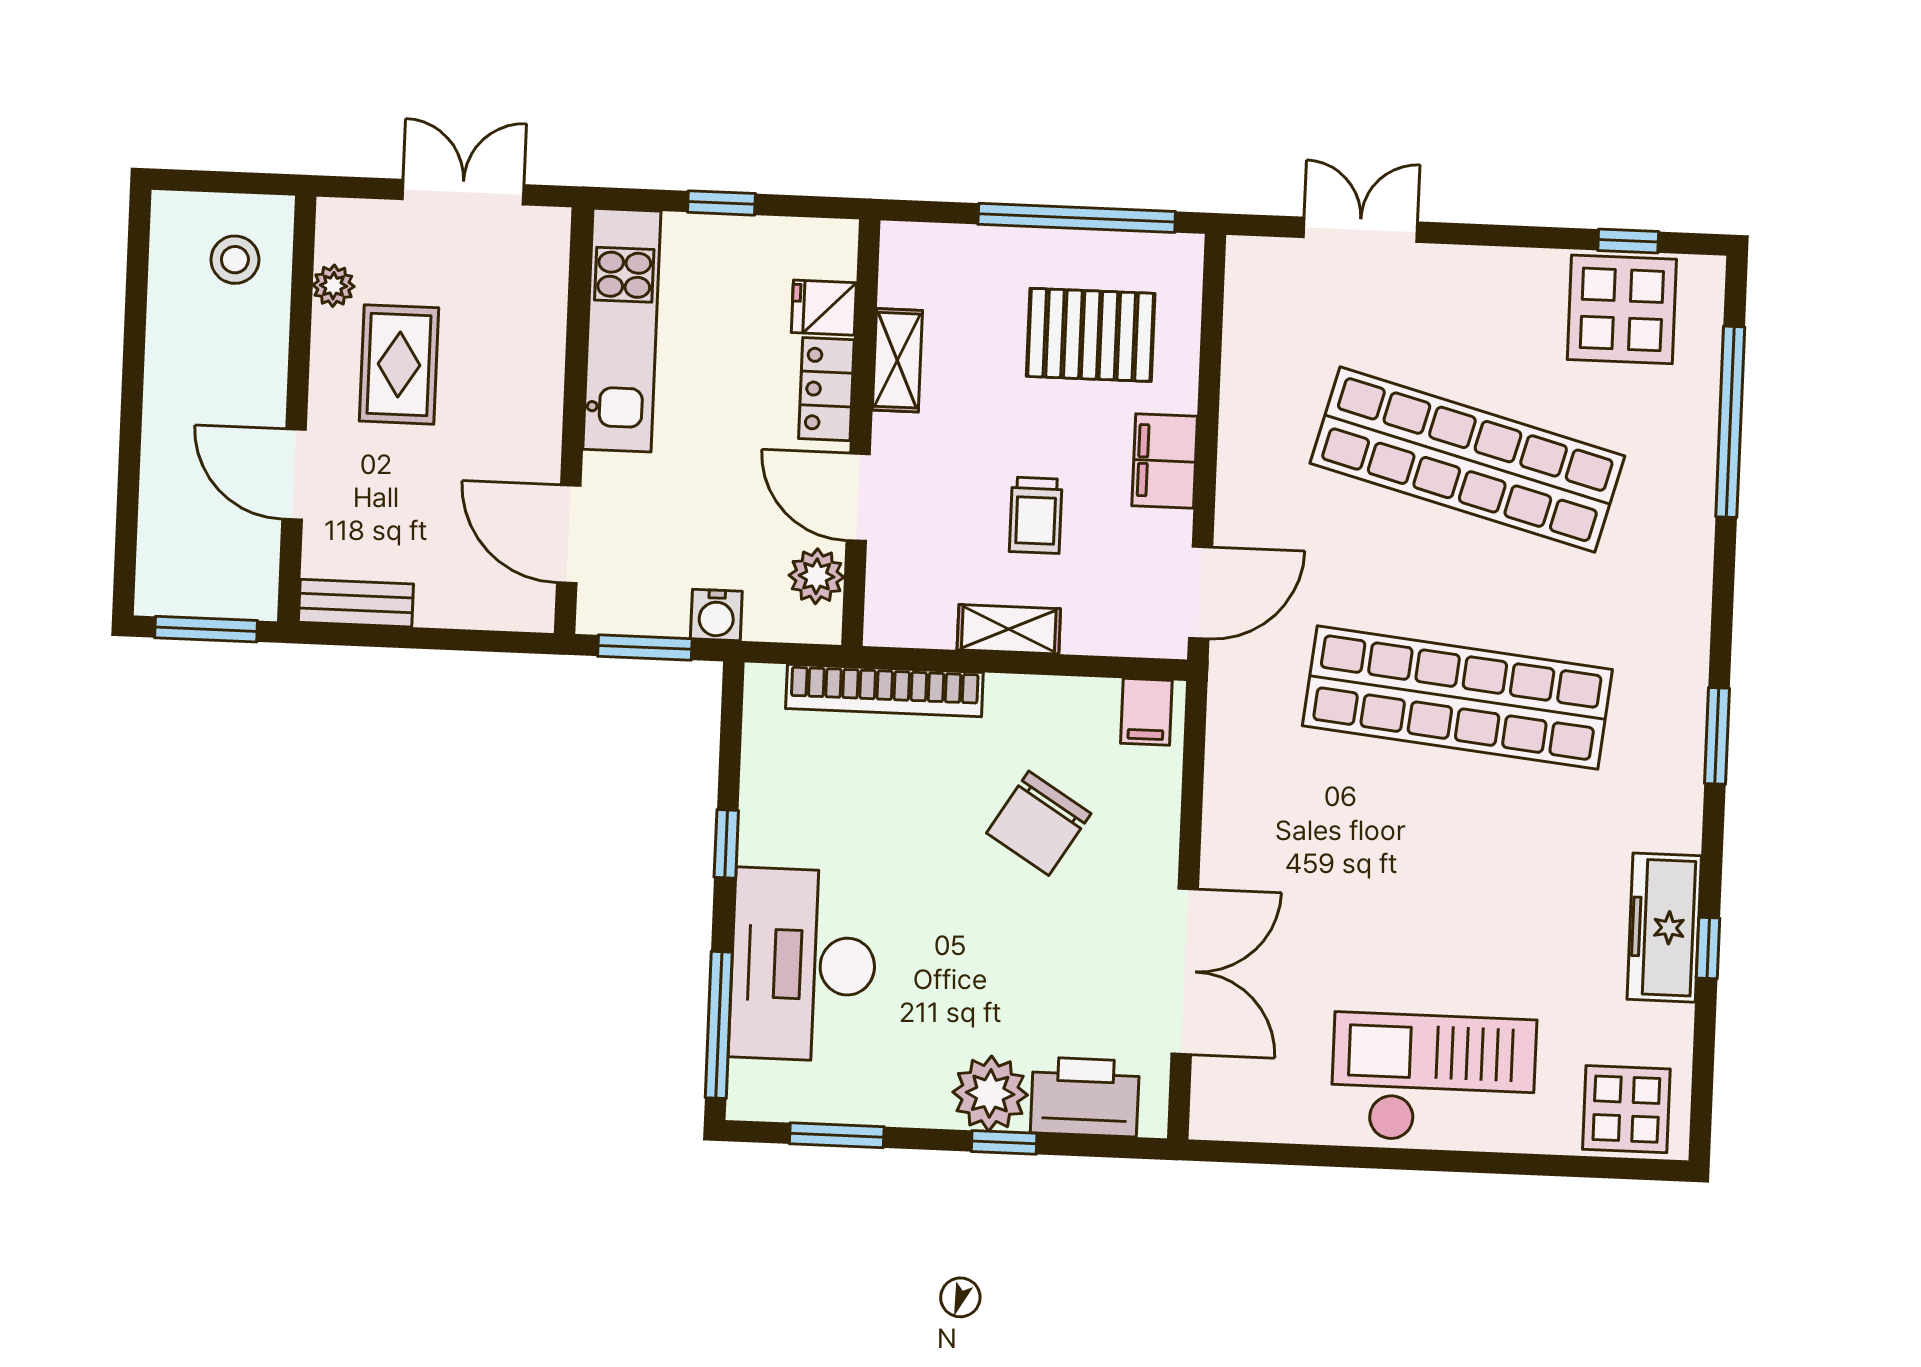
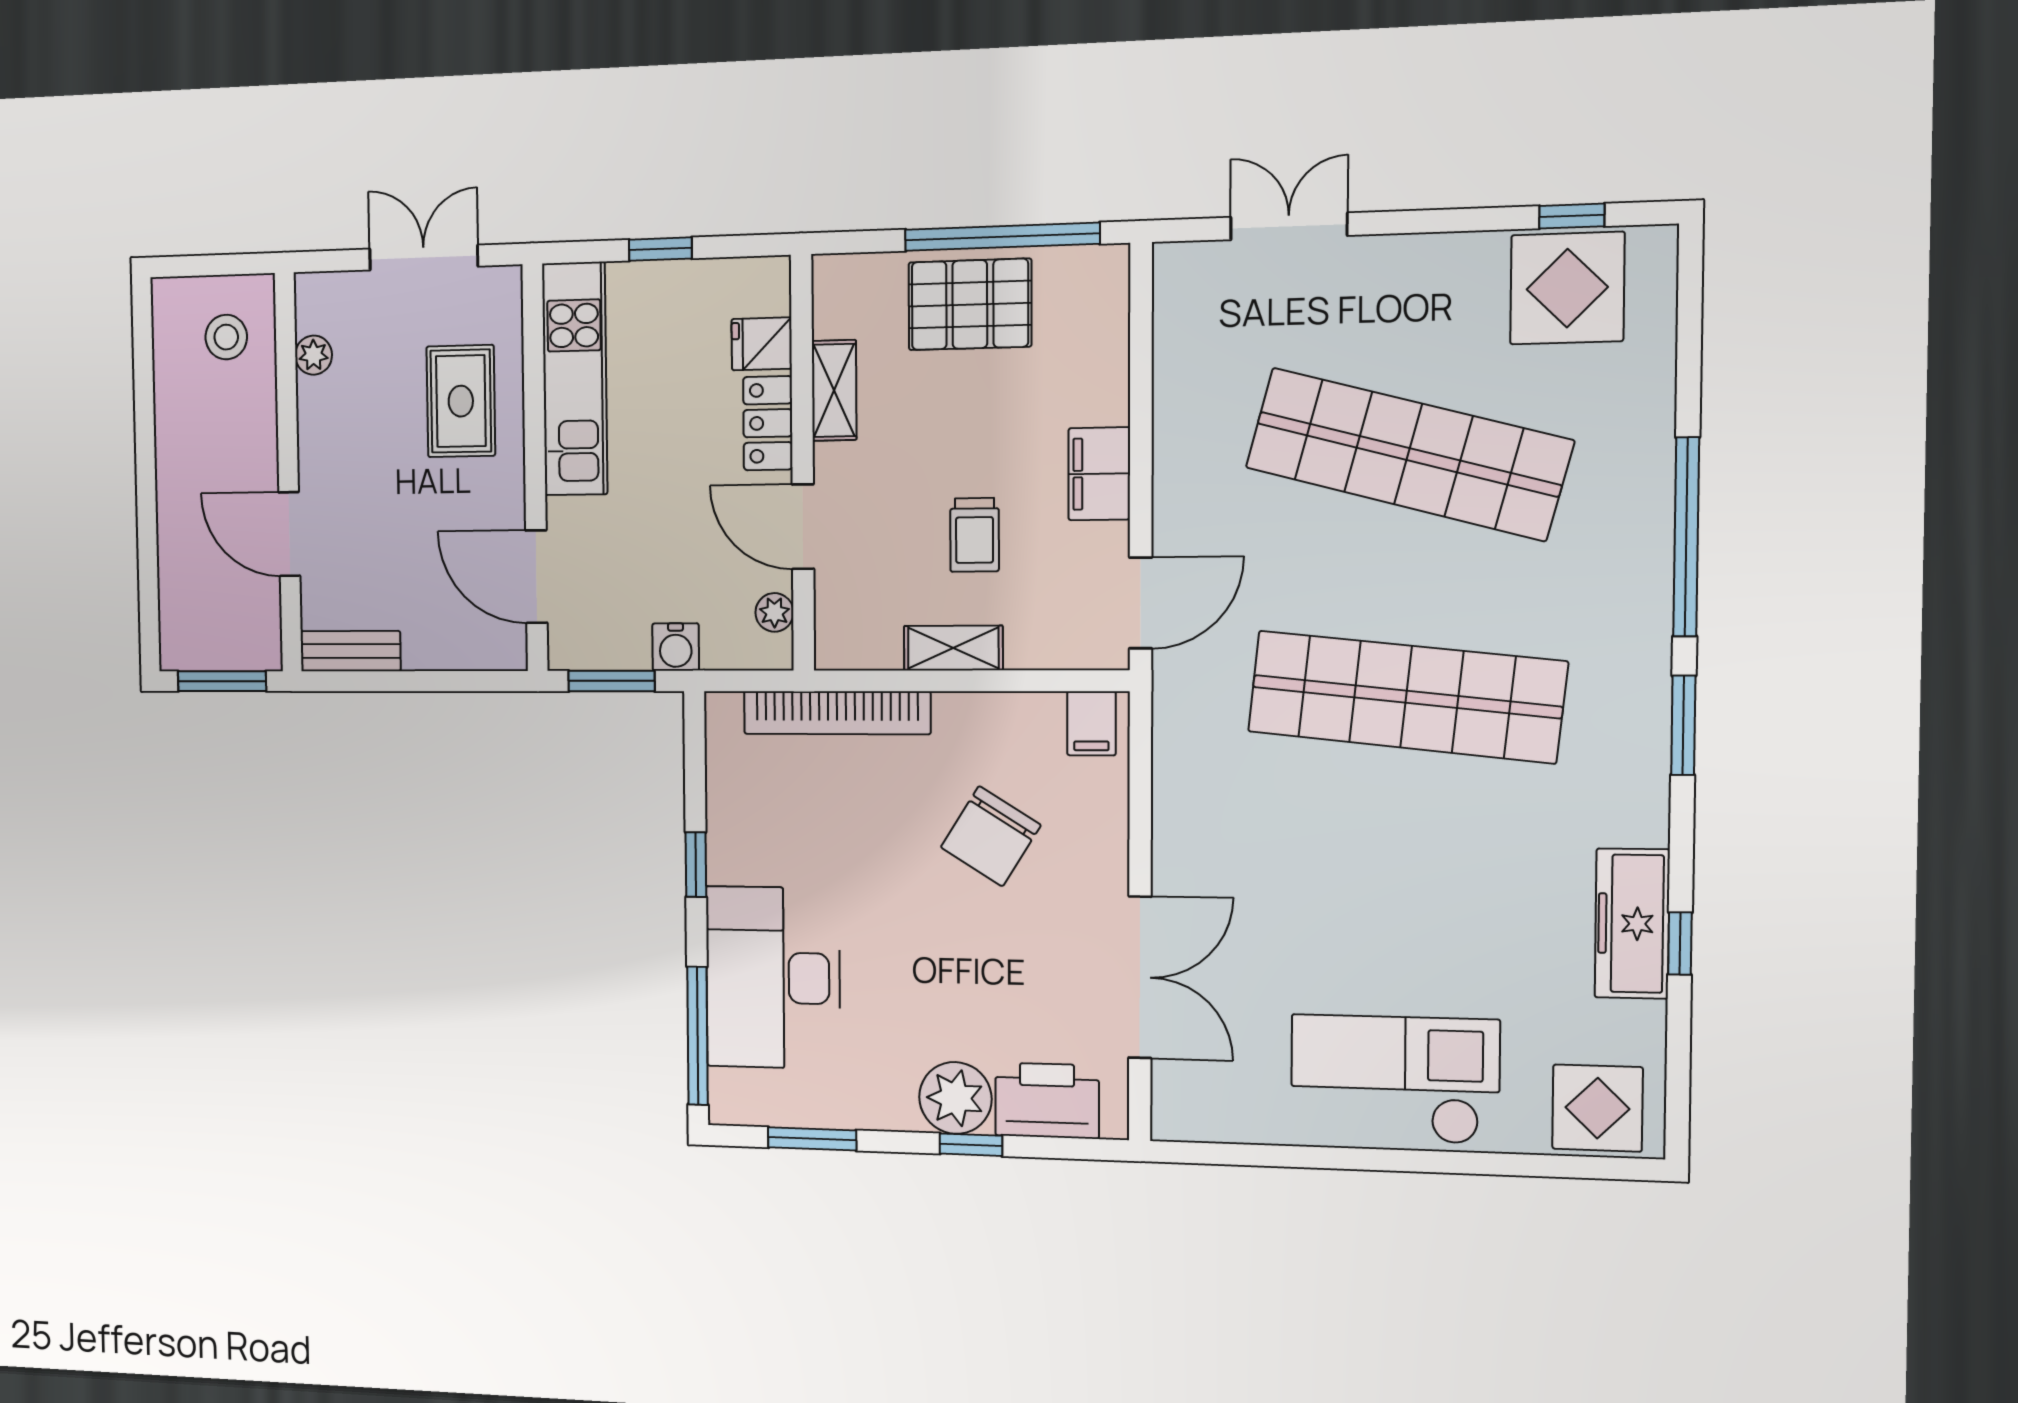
pallet: (1091, 335) -> (970, 304), moved
rug: (399, 364) -> (461, 401), moved
window: (1730, 422) -> (1686, 537), moved
plant: (817, 576) -> (774, 612), width x0.73, depth x0.73

